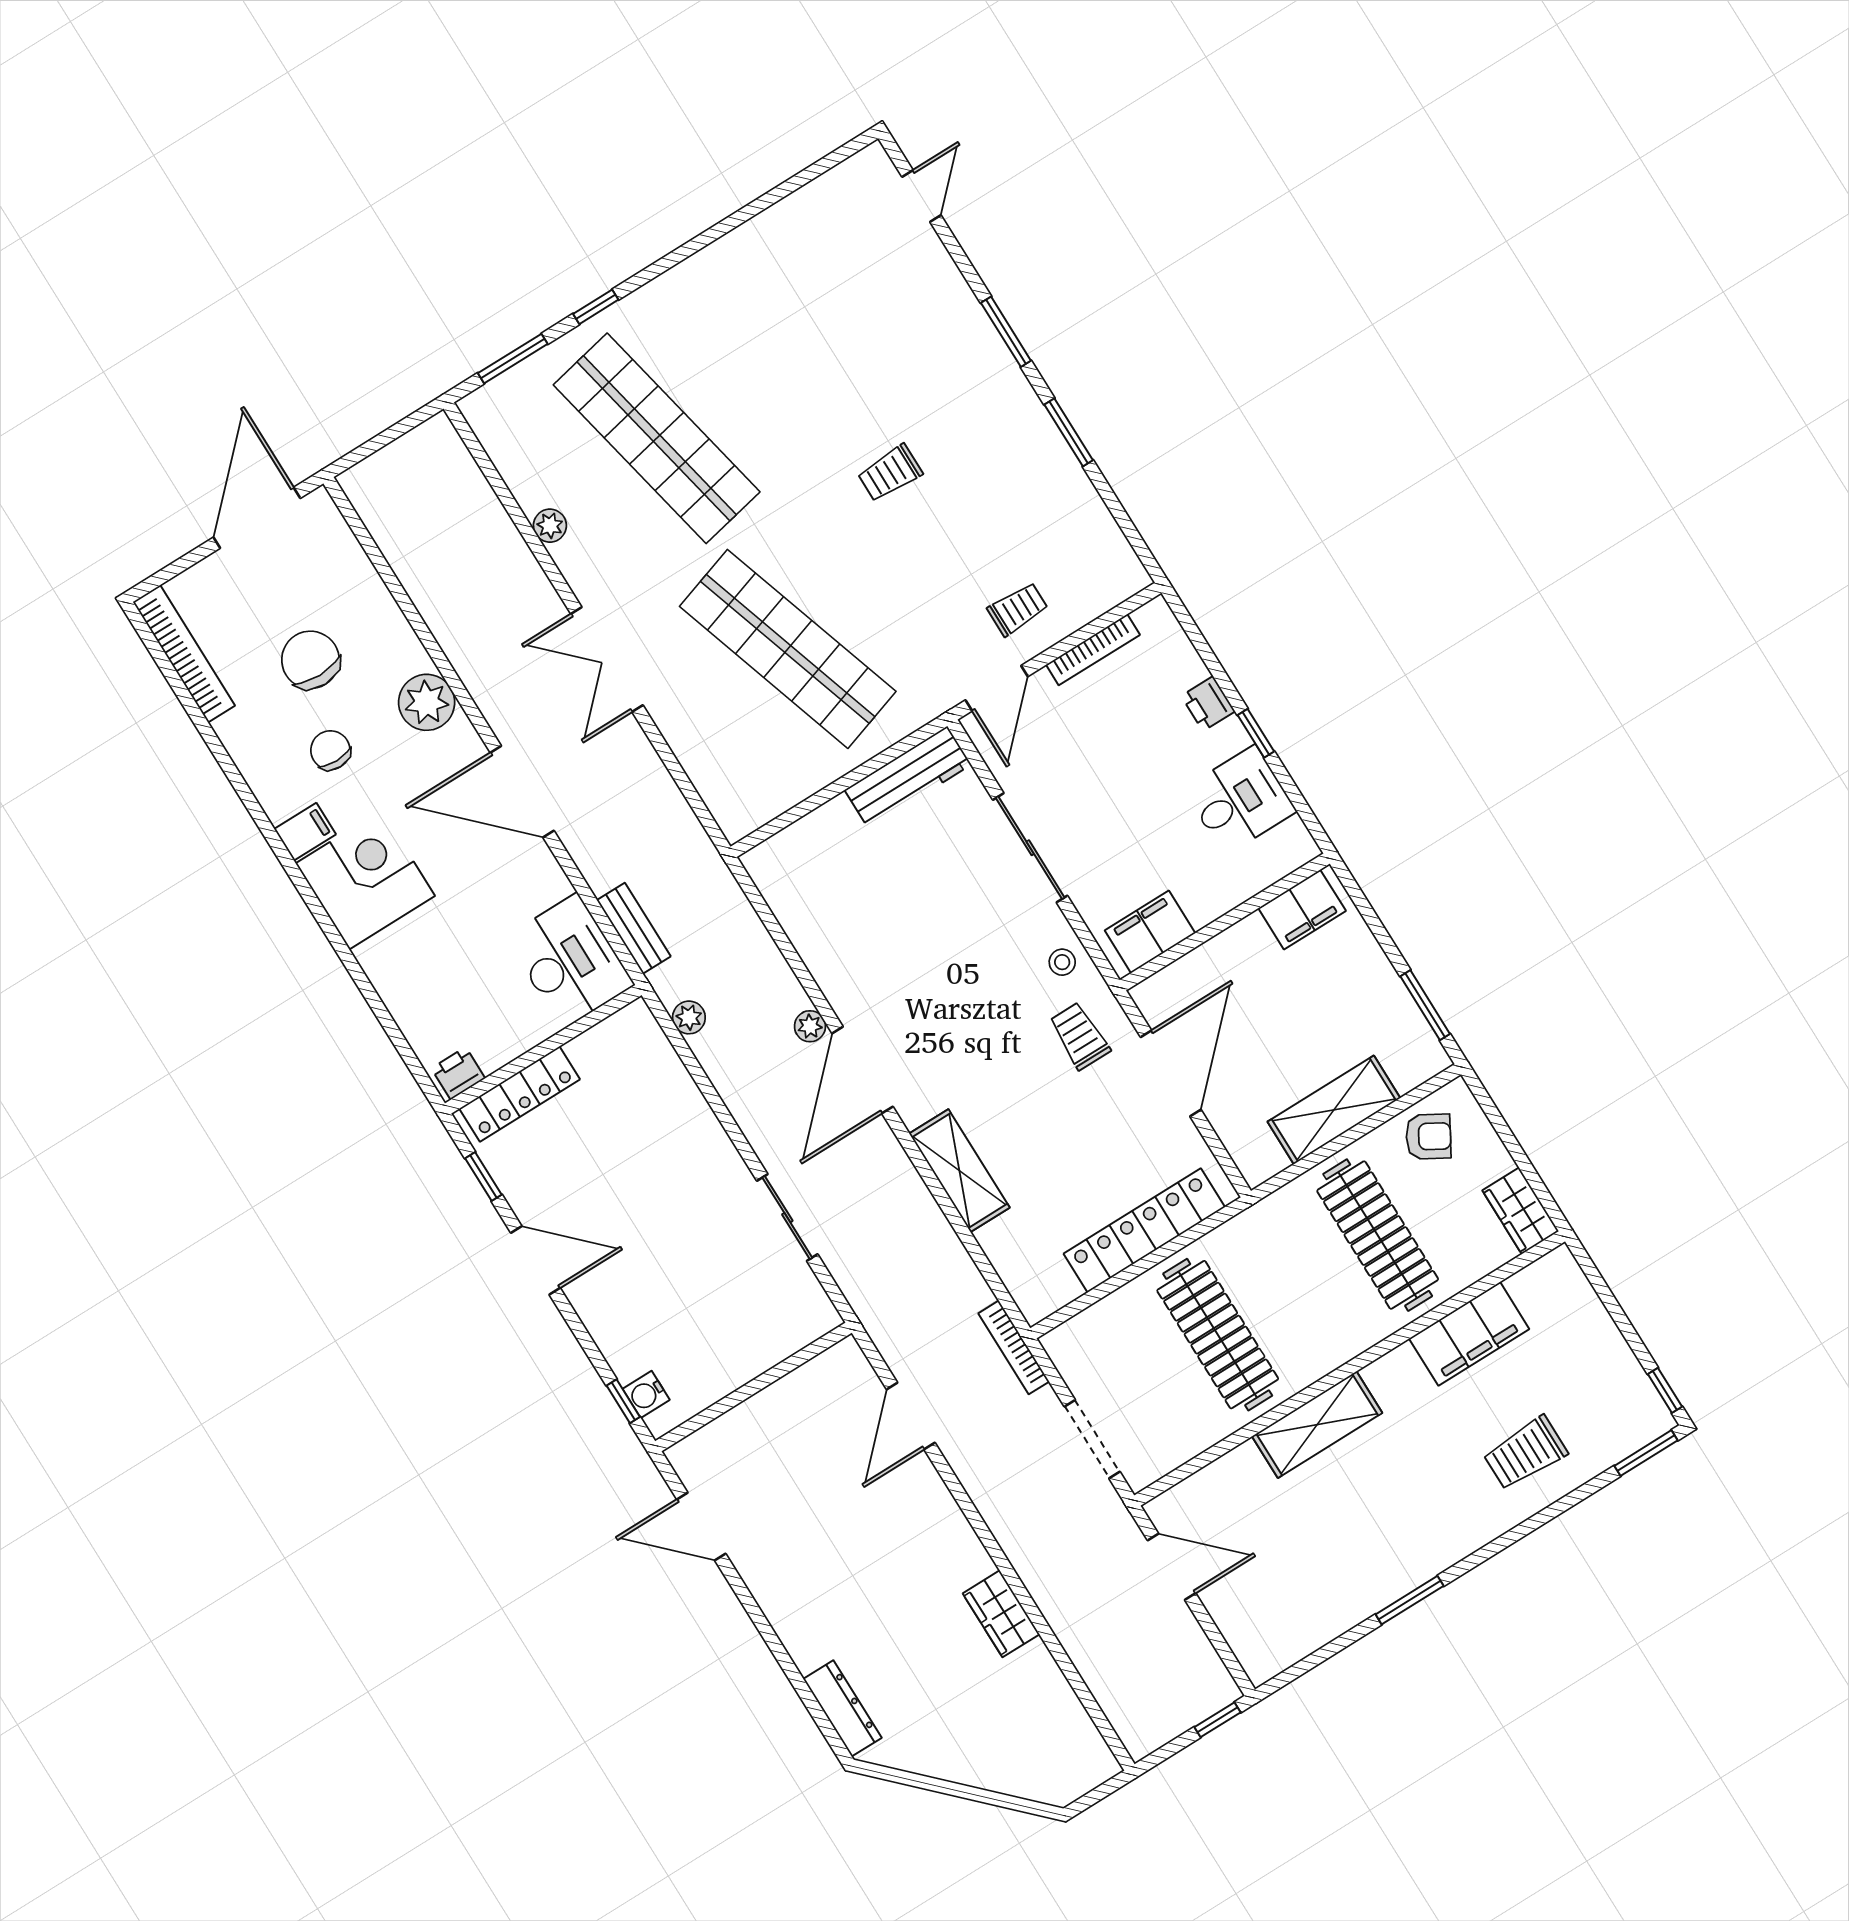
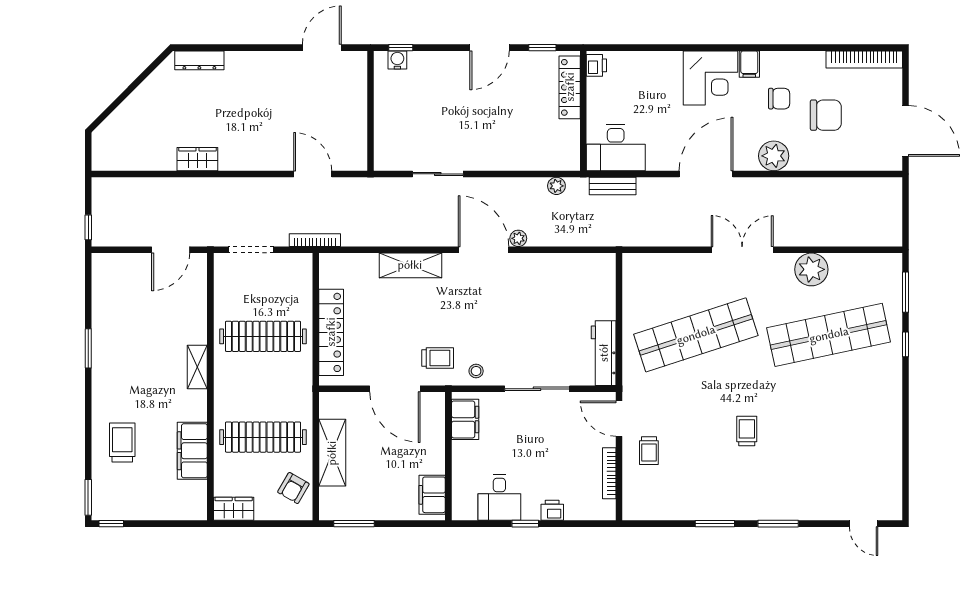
plant: (550, 526) -> (811, 269), width x1.87, depth x1.87
shelving: (1317, 1425) -> (197, 367), width x0.67, depth x0.75

